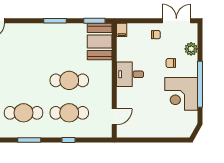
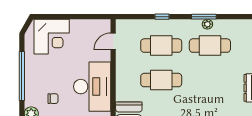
desk: (130, 74) -> (92, 87), width x1.87, depth x1.30
corner desk: (181, 94) -> (52, 37), moved, turned 90
plant: (26, 133) -> (207, 24), added

